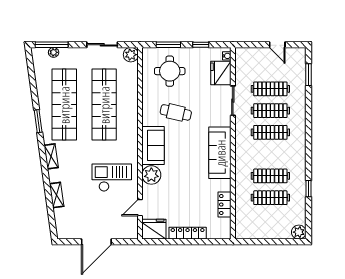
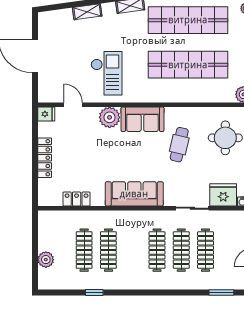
fridge: (154, 229) -> (46, 114), width x0.53, depth x0.75
plant: (299, 232) -> (46, 260), moved

